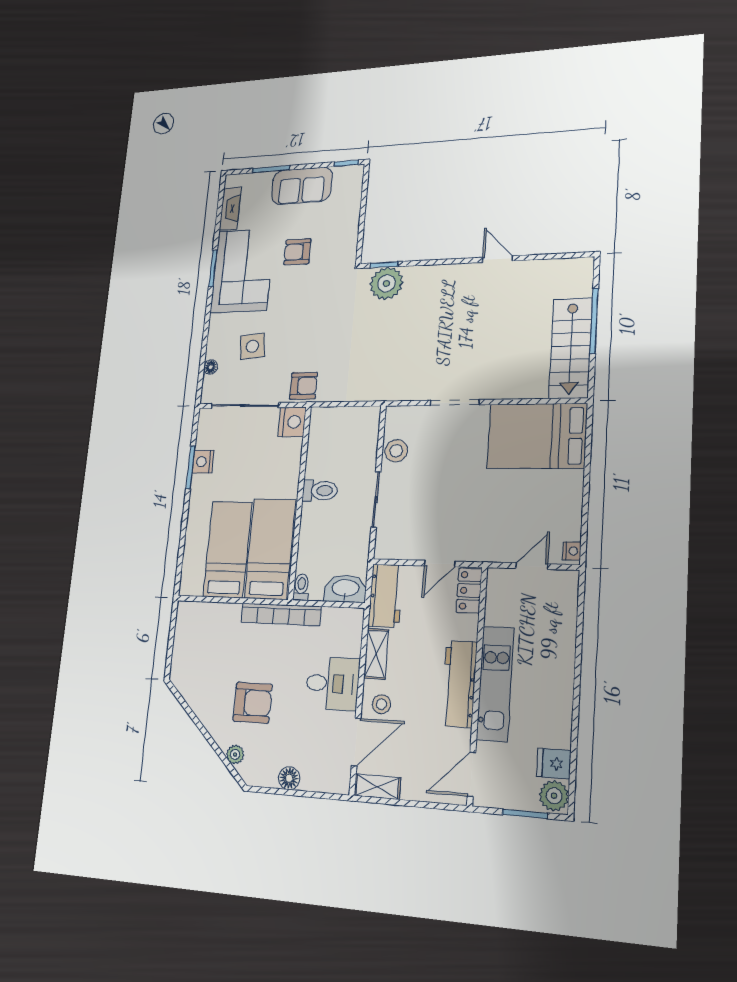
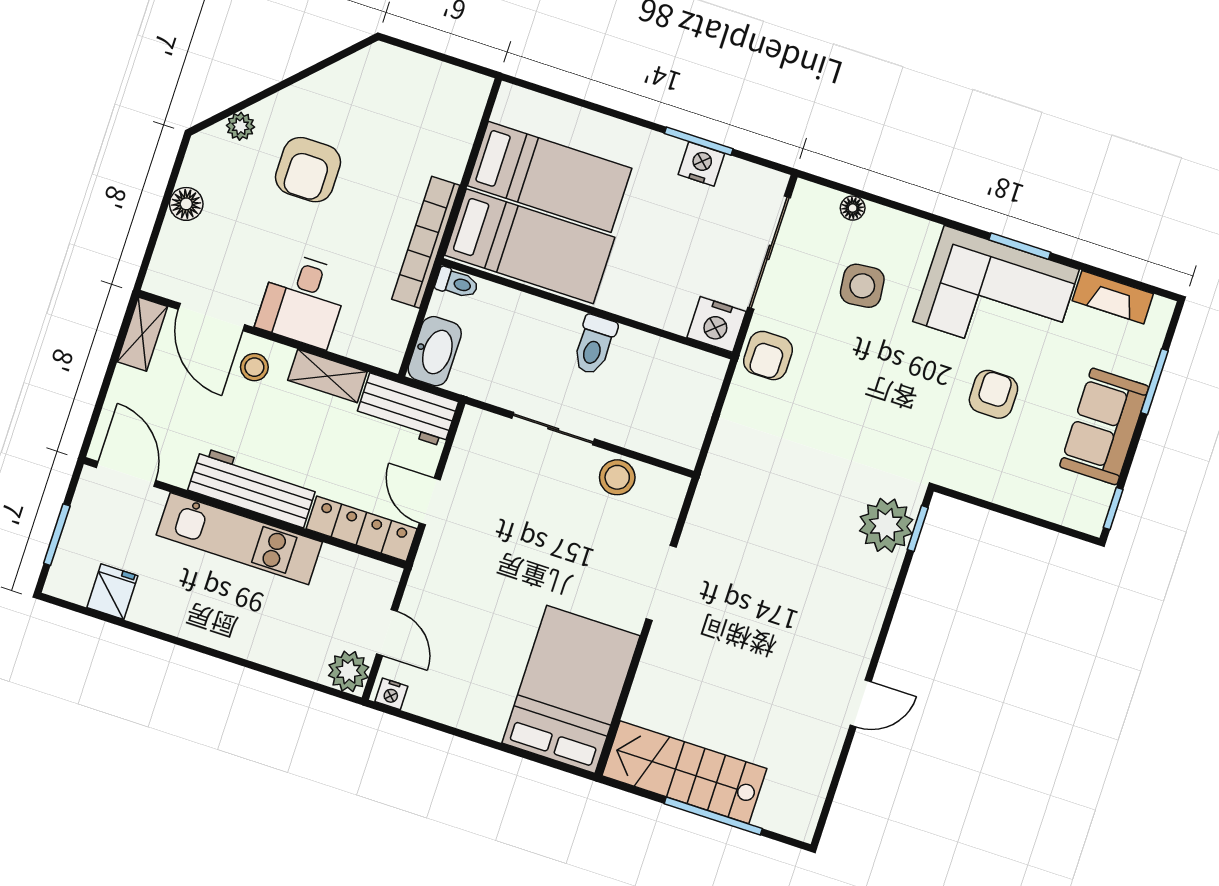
locker: (469, 591) -> (362, 529), width x1.53
plant: (554, 796) -> (349, 671), moved

